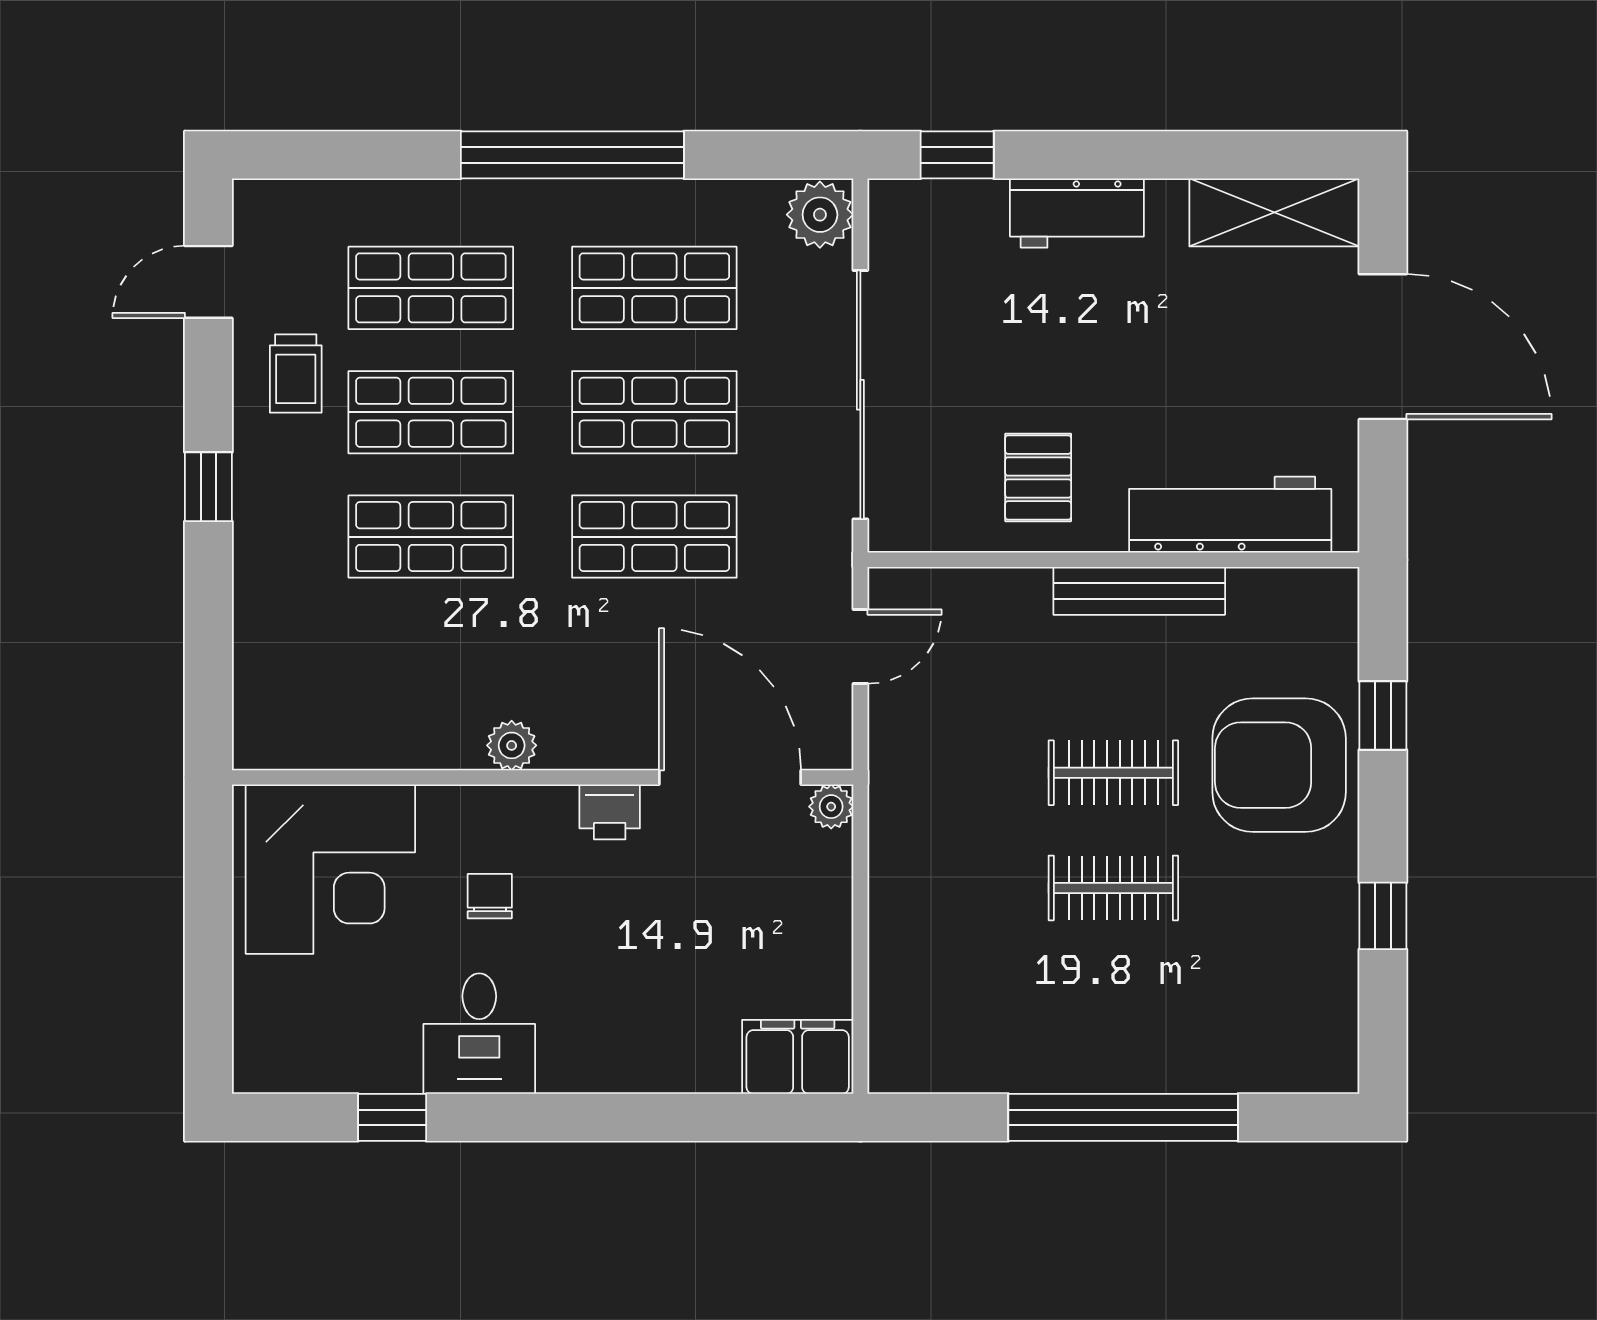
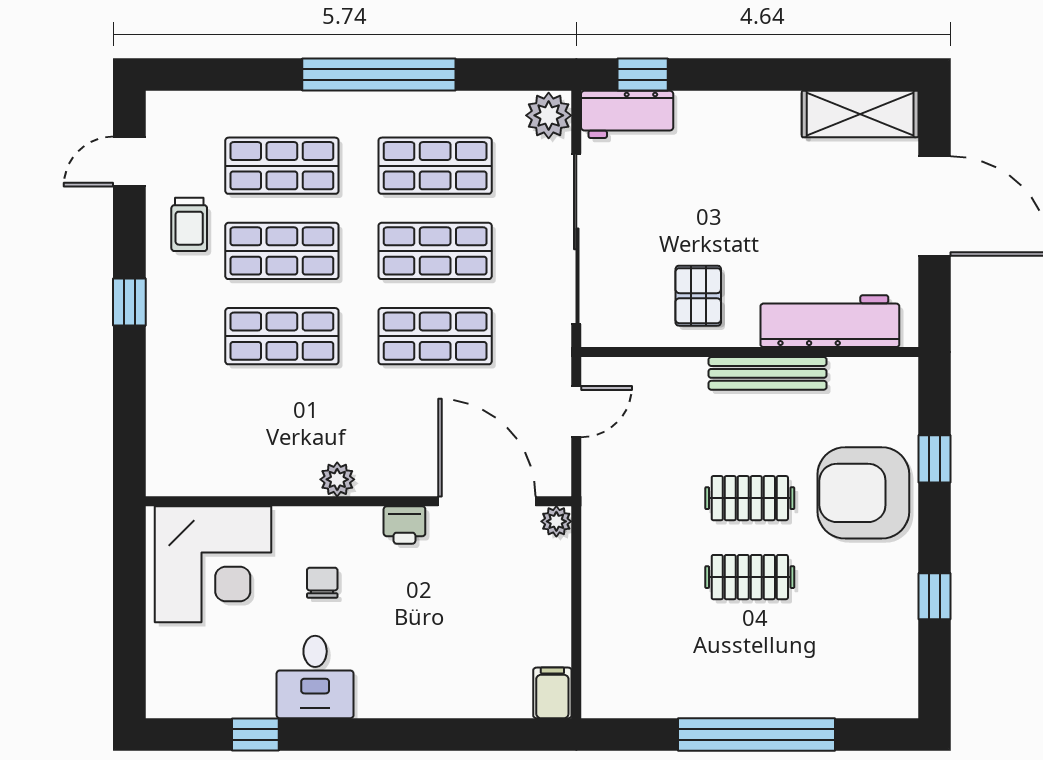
workbench: (1077, 213) -> (627, 114), moved
filing cabinet: (798, 1057) -> (552, 693), width x0.50

